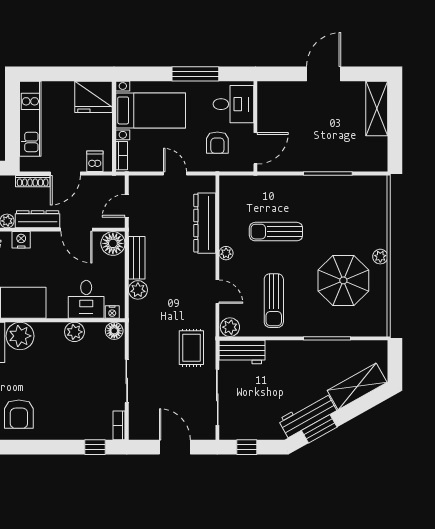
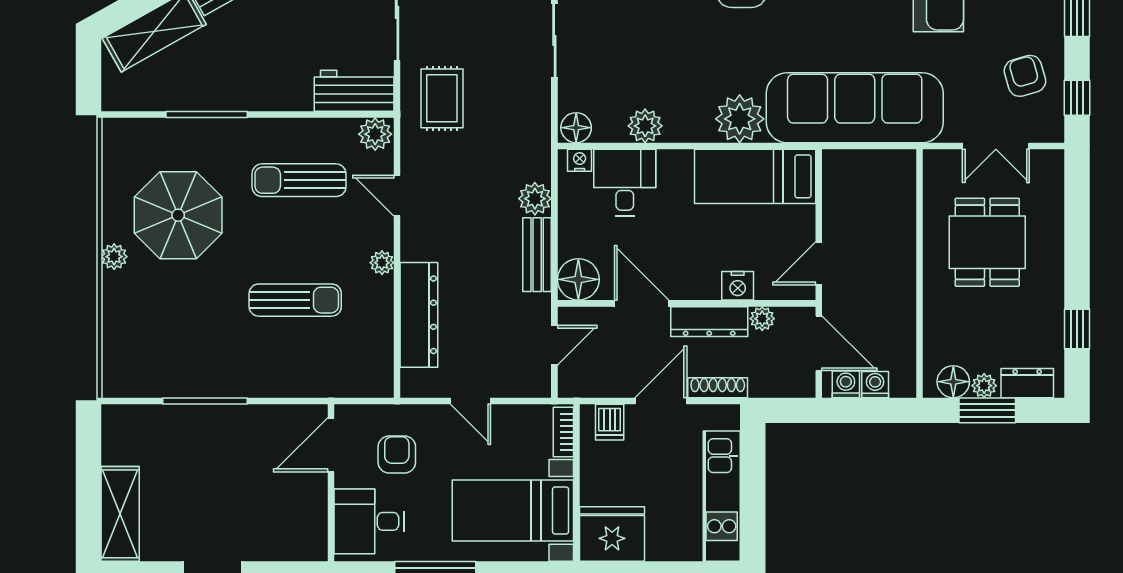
sun lounger: (274, 301) -> (299, 180), turned -90

